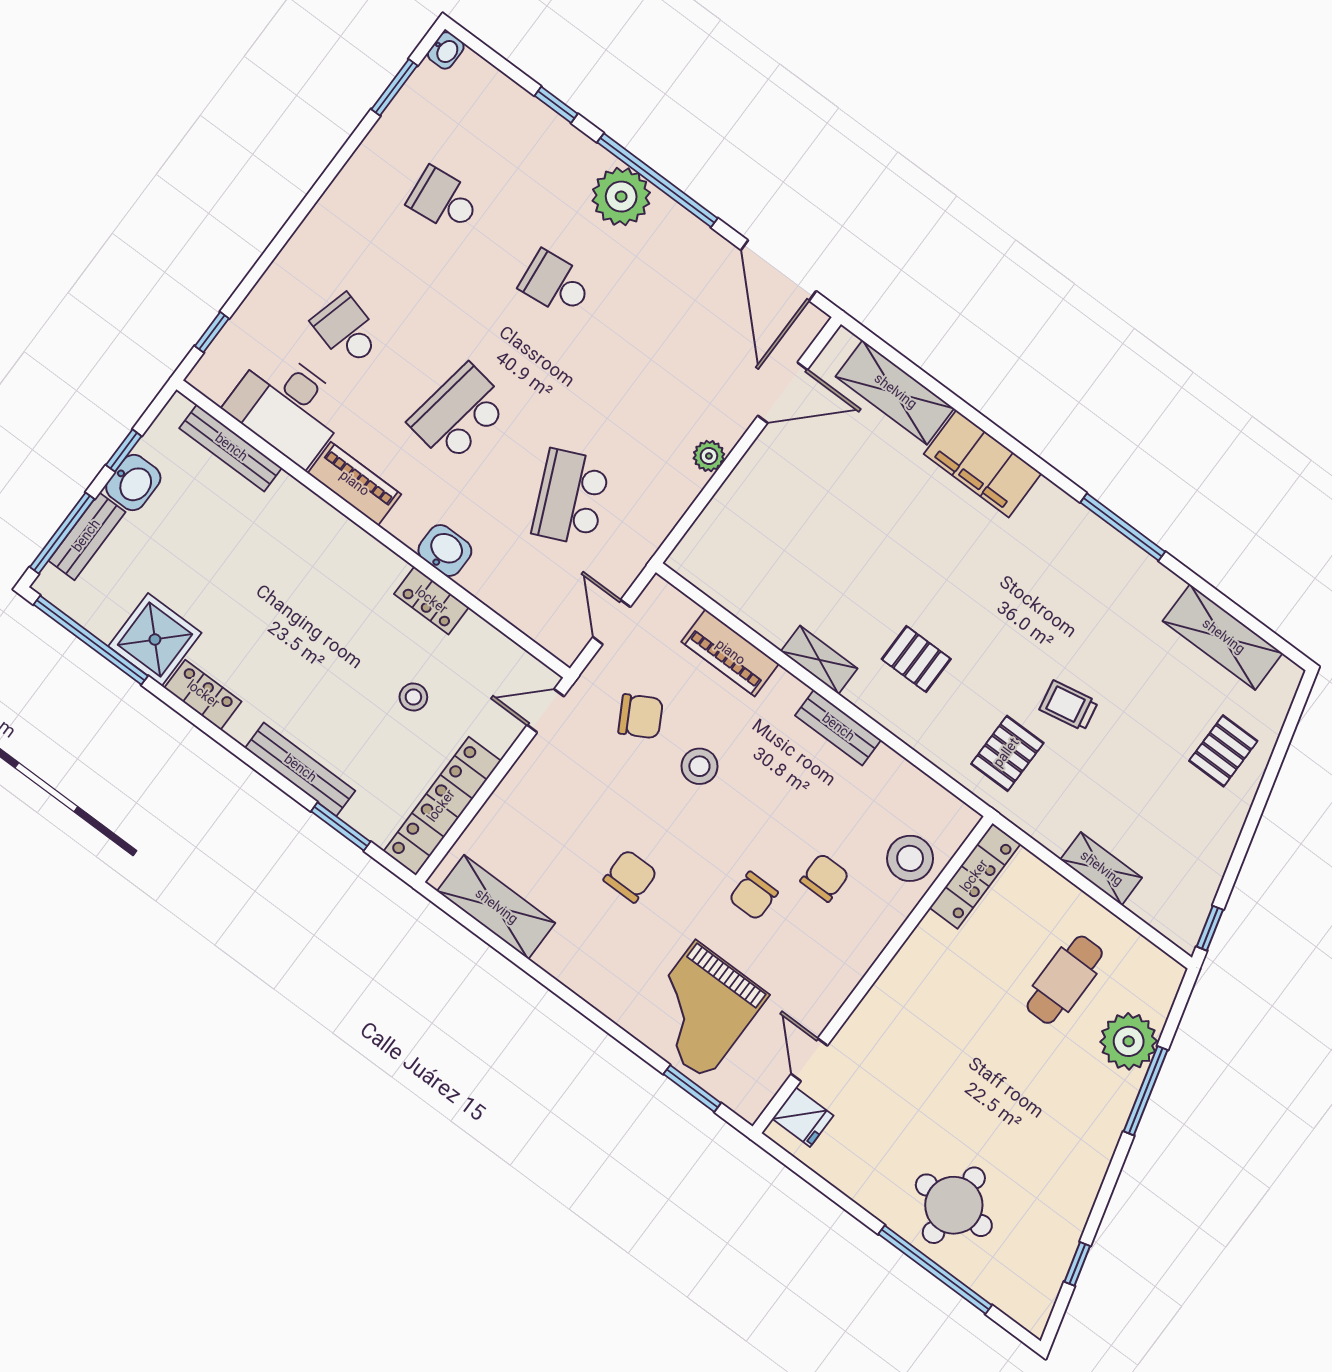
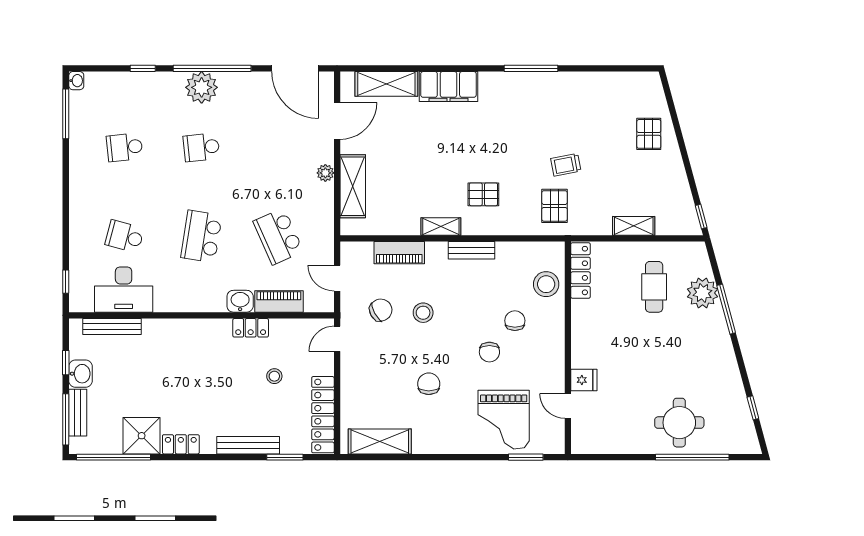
window: (394, 87) -> (66, 114), width x1.44
piano: (354, 484) -> (279, 302), moved
shelving: (1223, 637) -> (353, 186), moved, turned 90
fridge: (803, 1117) -> (584, 380), moved

